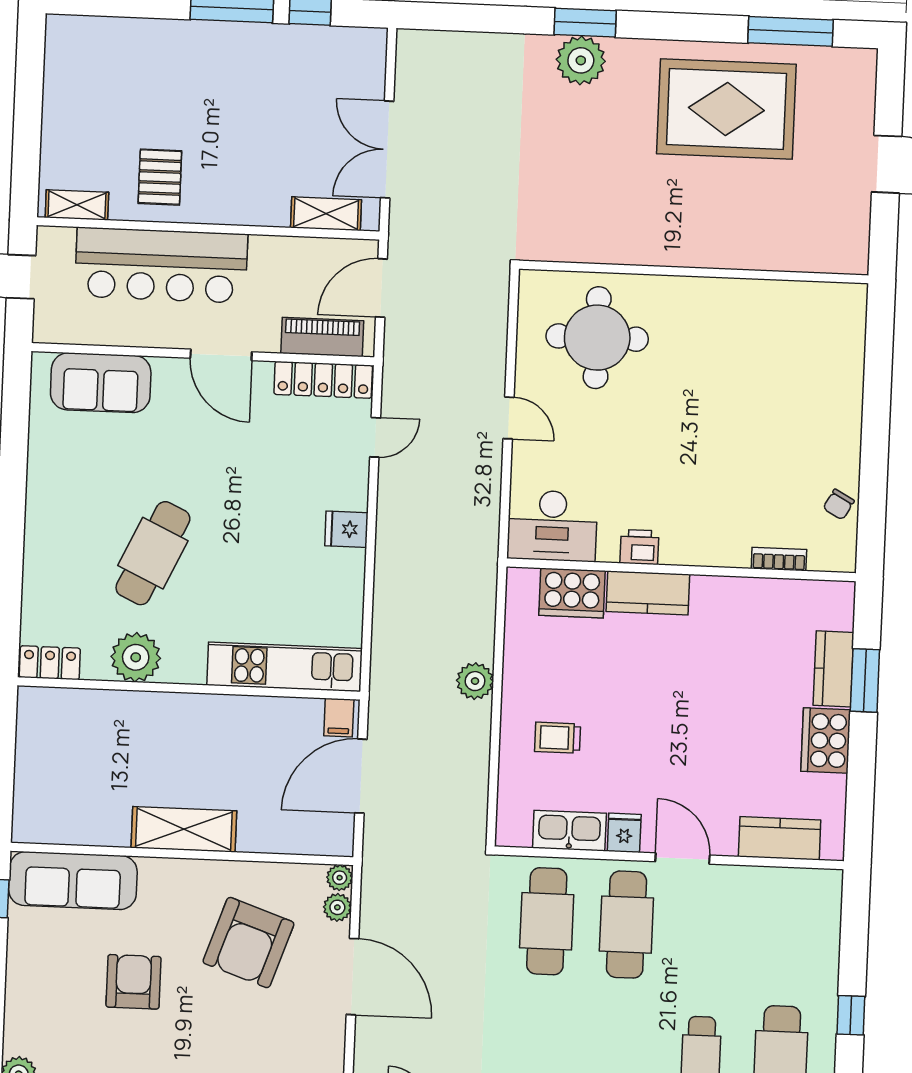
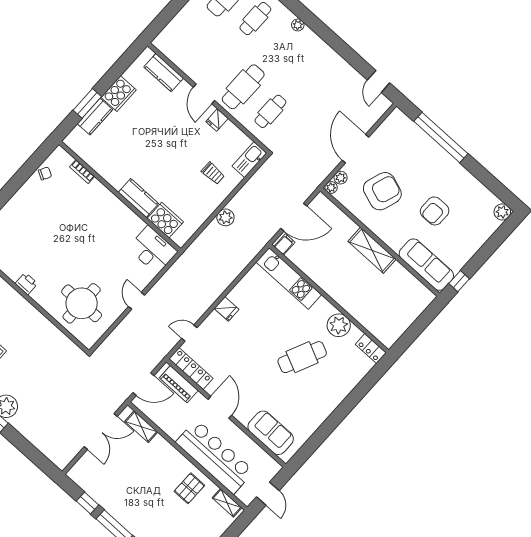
printer: (639, 547) -> (26, 284), moved, turned 180
kitchen sink: (569, 831) -> (249, 160), moved, turned 90
cafe table: (547, 921) -> (270, 111), width x0.73, depth x0.74

